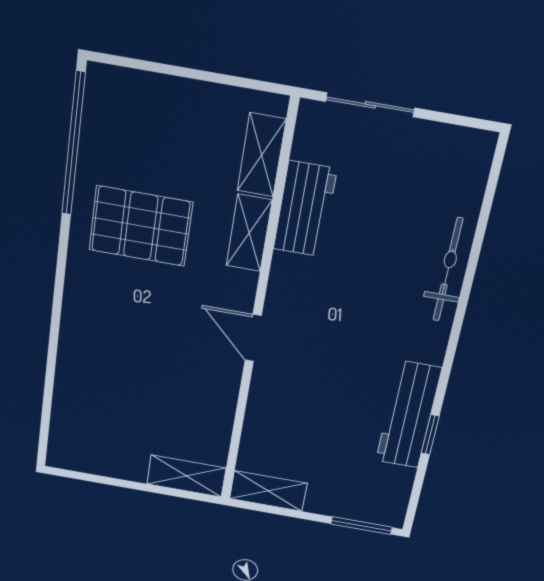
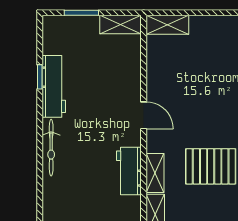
workbench: (305, 209) -> (129, 171), moved
bicycle: (448, 270) -> (51, 148), moved
window: (361, 526) -> (81, 13), moved

